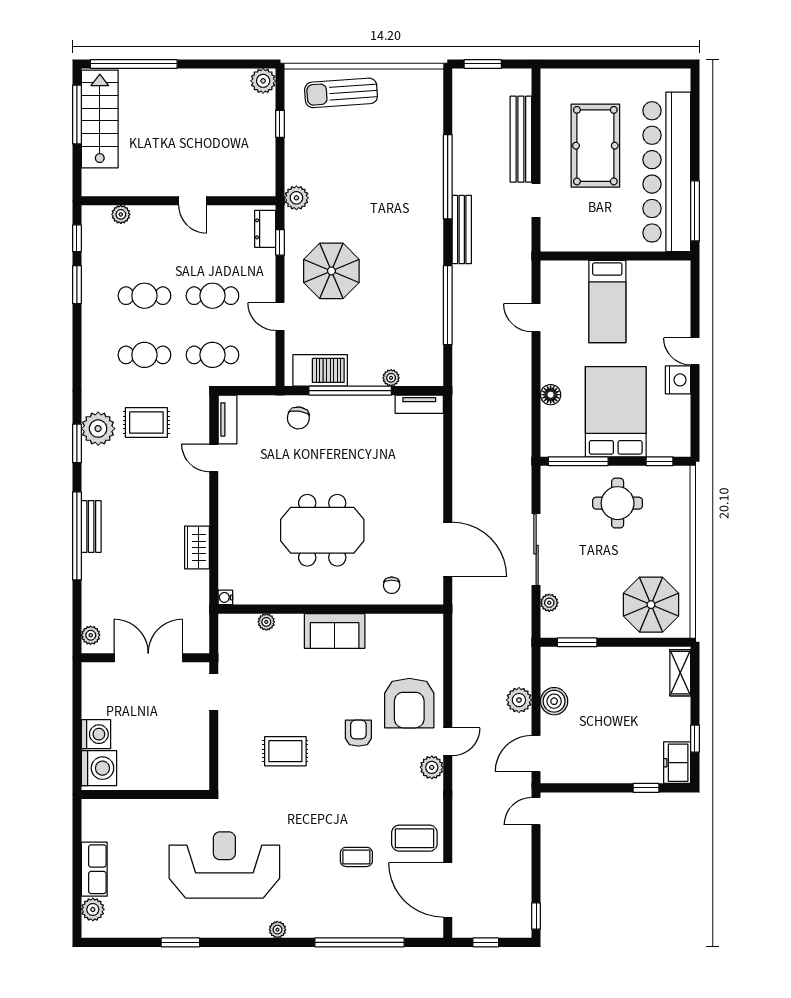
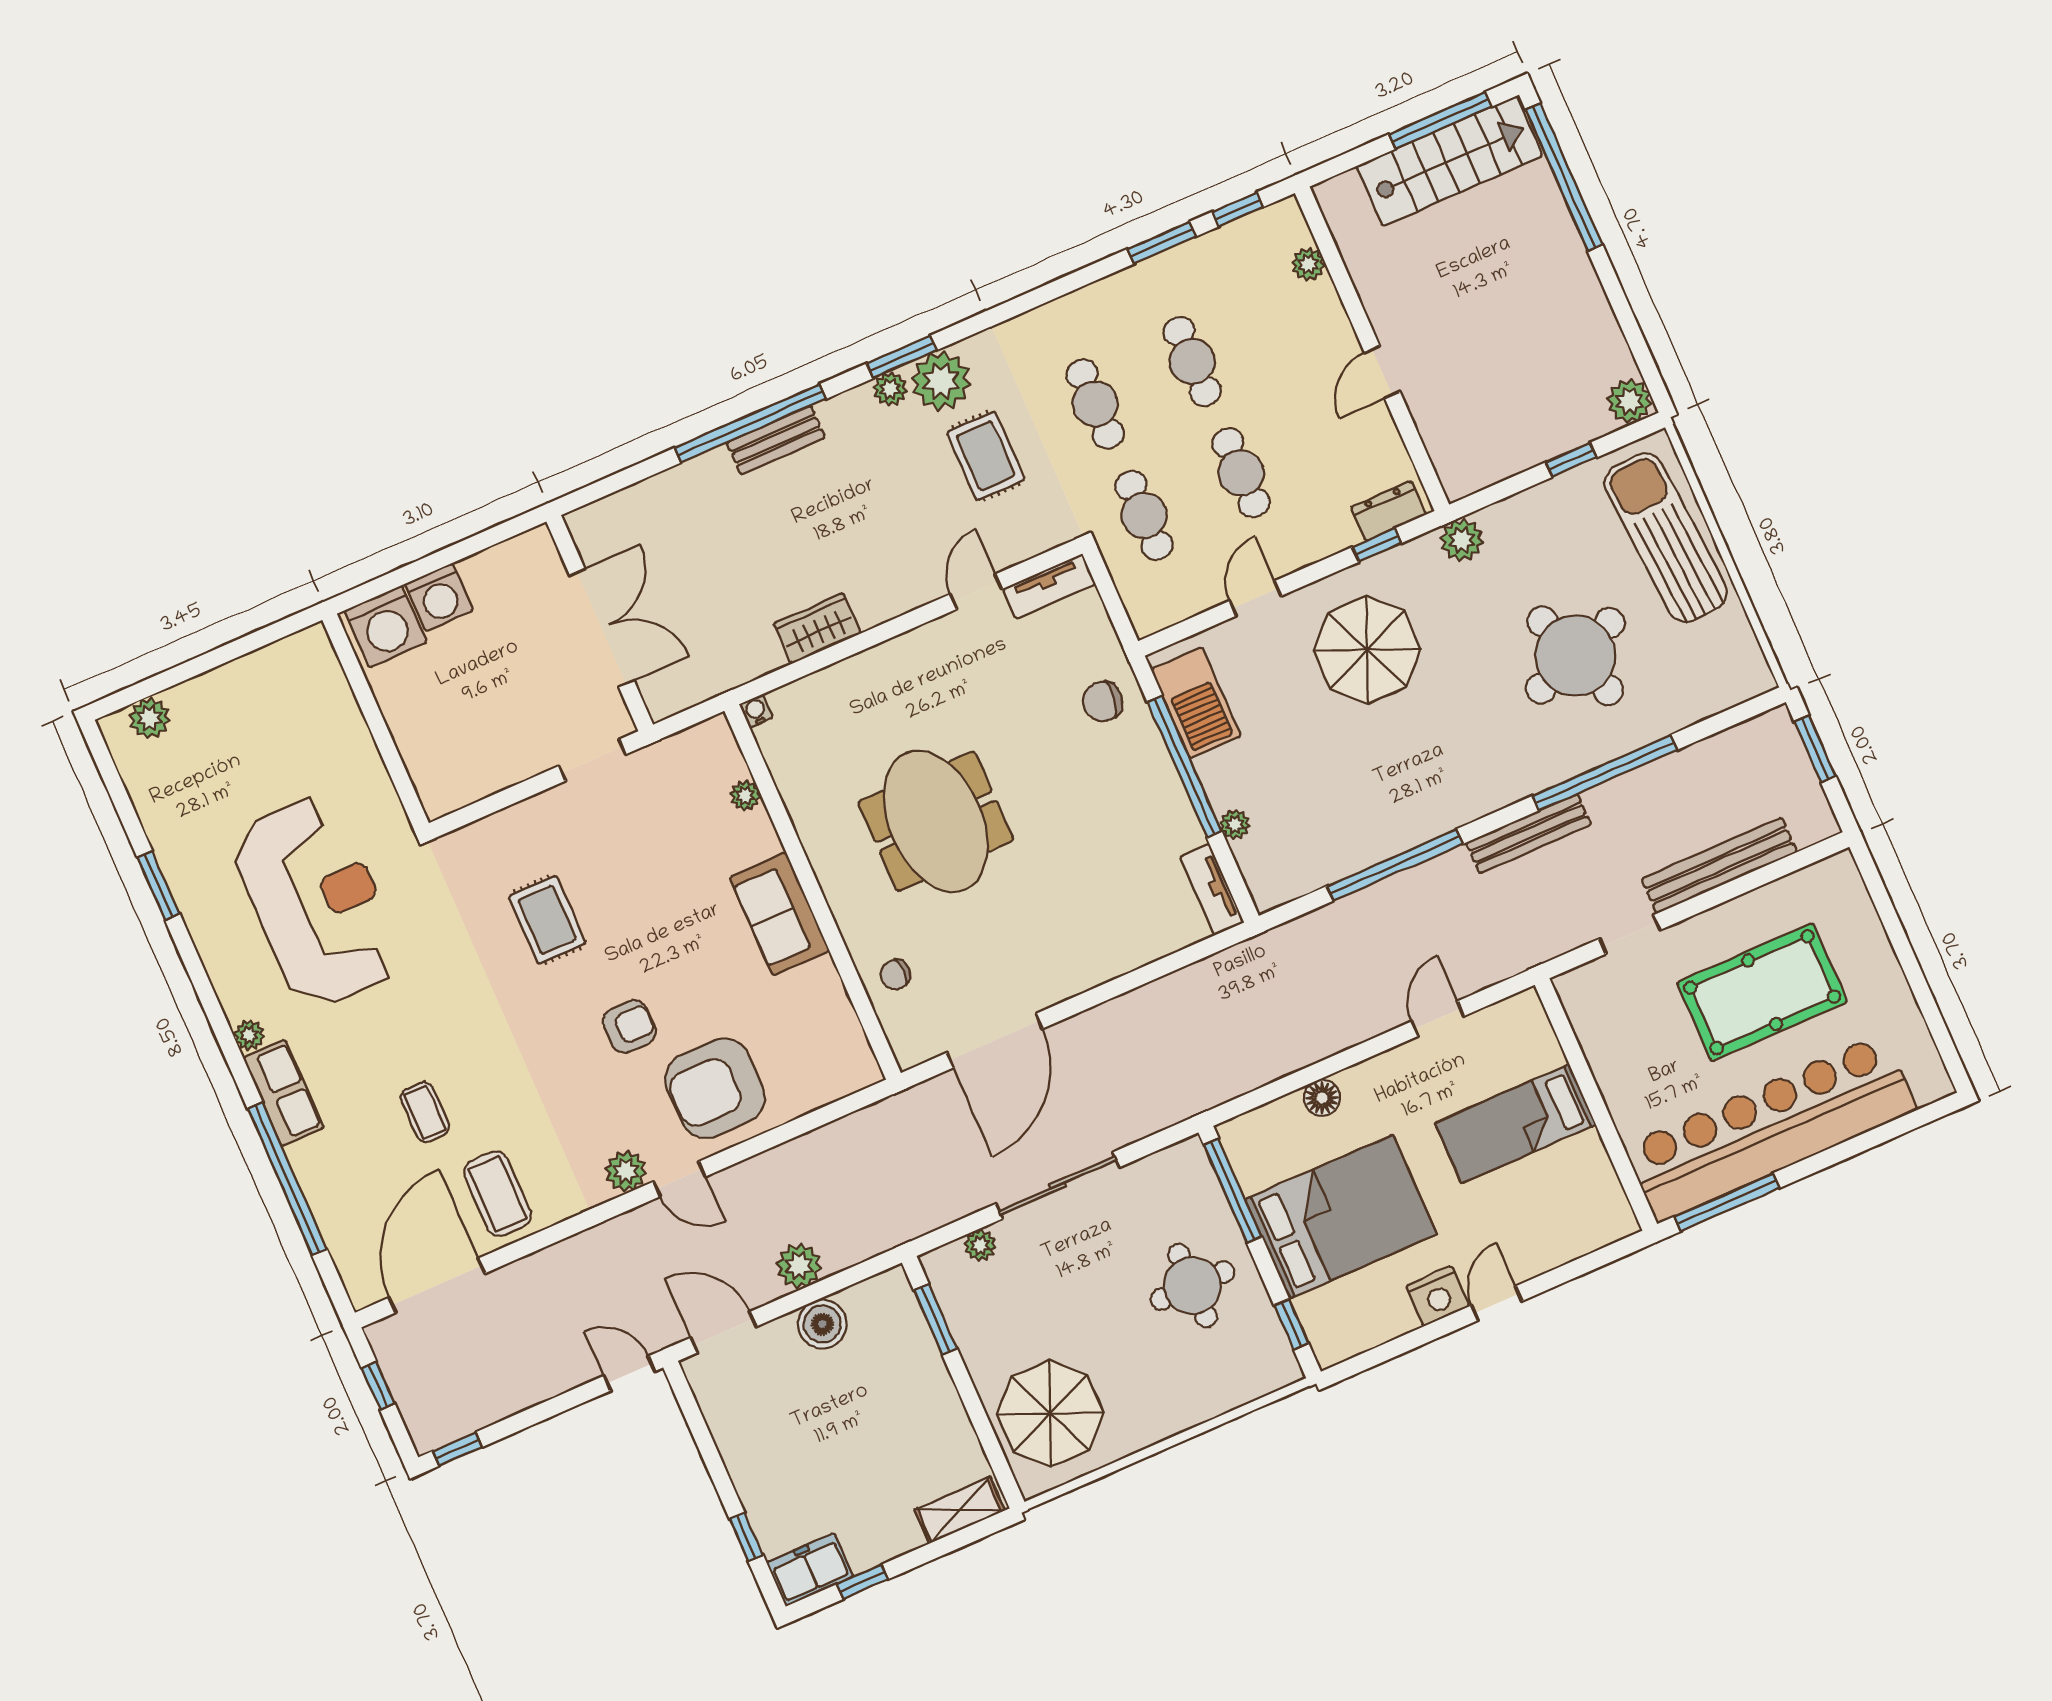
sun lounger: (341, 93) -> (1666, 538), width x1.36, depth x1.34
round table: (381, 166) -> (1575, 656), added
plant: (91, 635) -> (890, 389), moved
row of seats: (94, 869) -> (283, 1093), moved, turned -90

